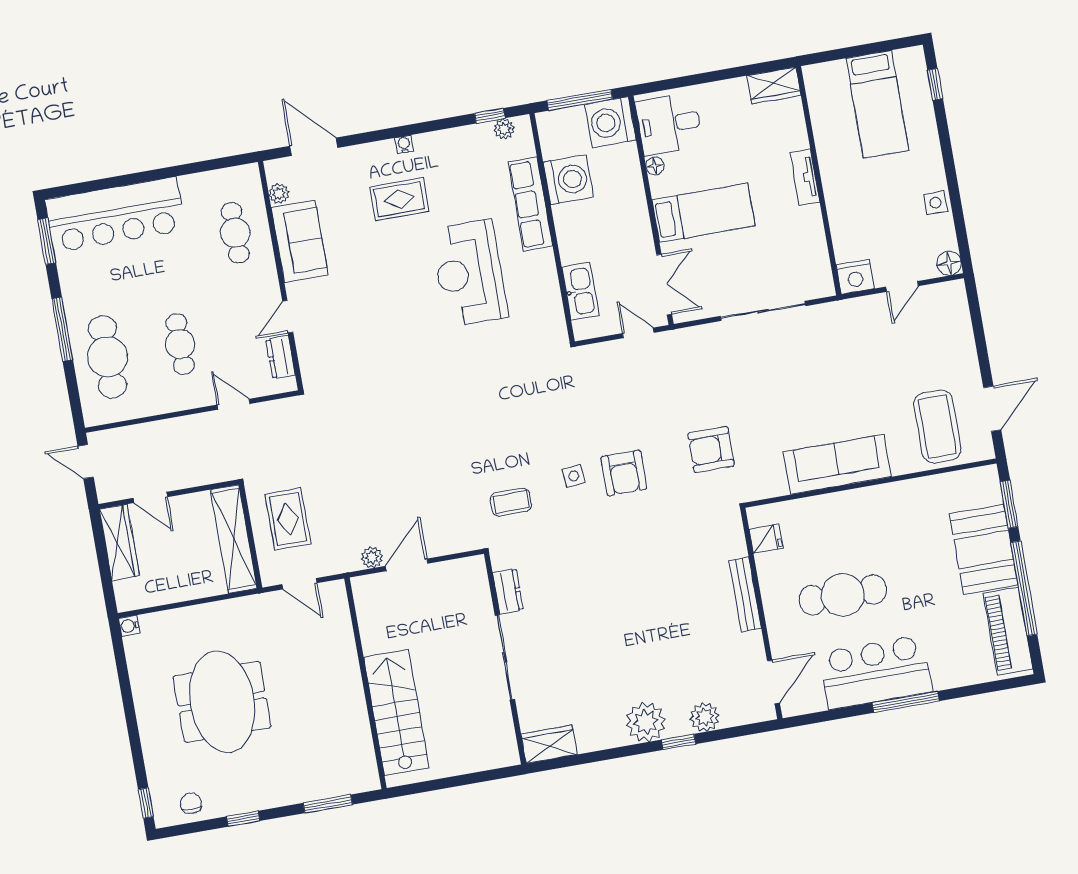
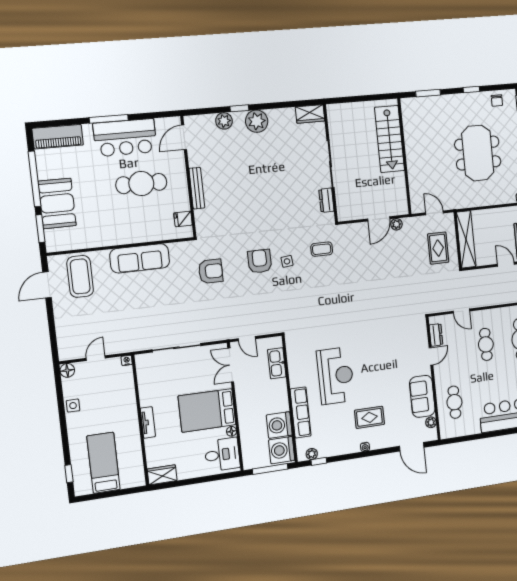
washing machine: (610, 122) -> (282, 450), moved, turned 180
bed: (703, 213) -> (207, 410), width x1.50
nightstand: (855, 277) -> (127, 360), width x0.53, depth x0.56
piano: (1008, 631) -> (58, 137), moved, turned 90

